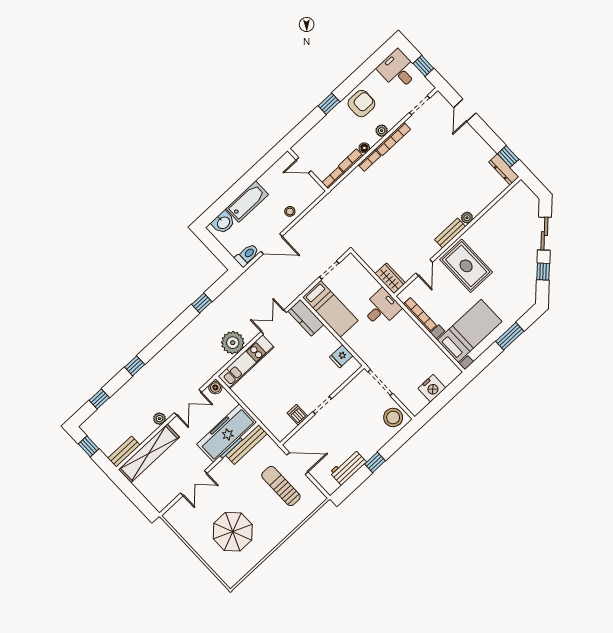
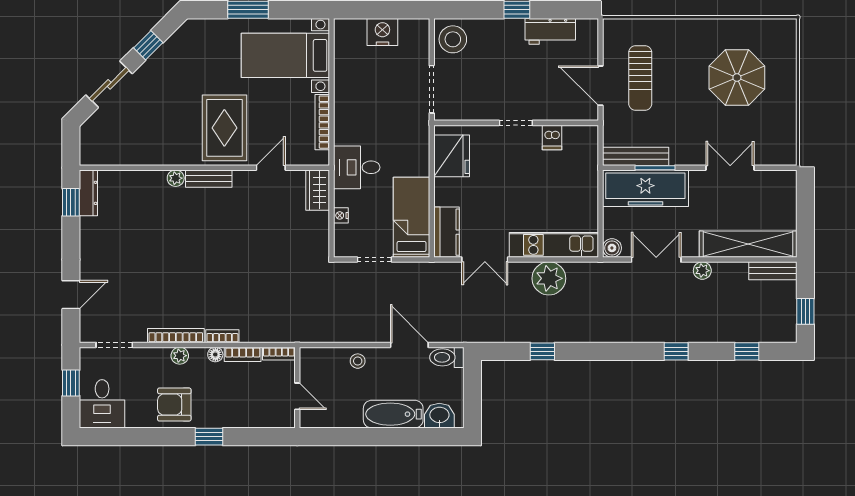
nightstand: (367, 277) -> (341, 215), added
fridge: (341, 356) -> (452, 156), width x1.88, depth x1.34

